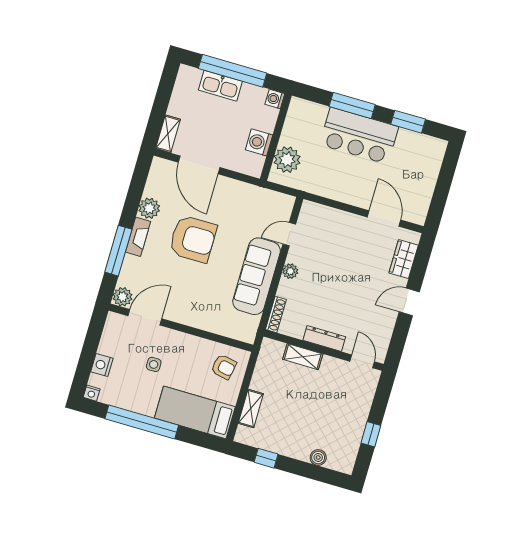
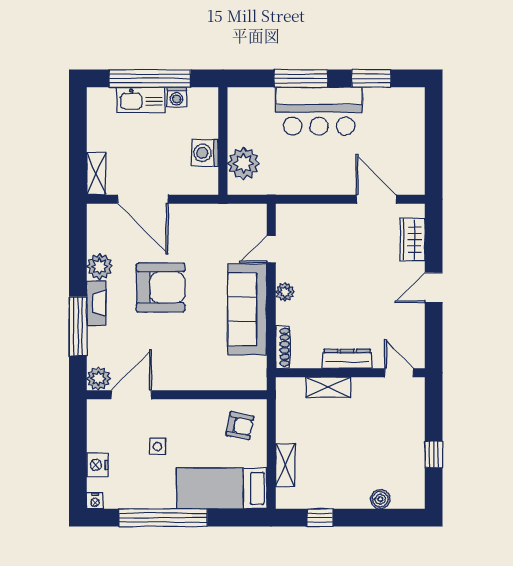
washing machine: (275, 99) -> (176, 97), moved, turned -90

